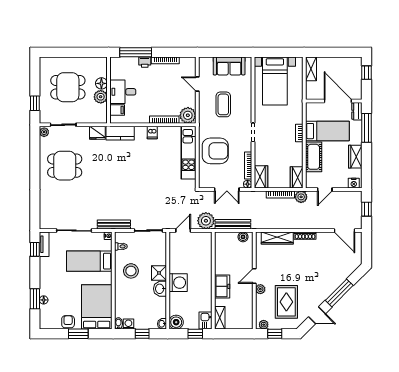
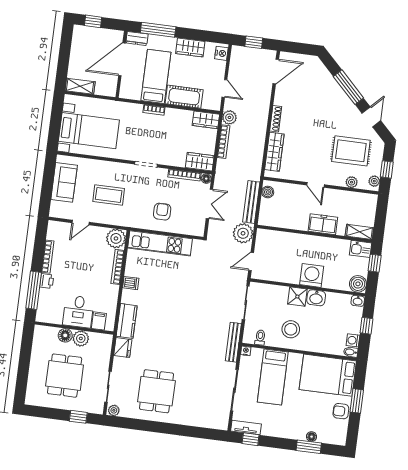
armchair: (215, 151) -> (162, 212), width x0.53, depth x0.53
door: (183, 231) -> (251, 262), hinge flipped
plant: (260, 289) -> (352, 182), moved

